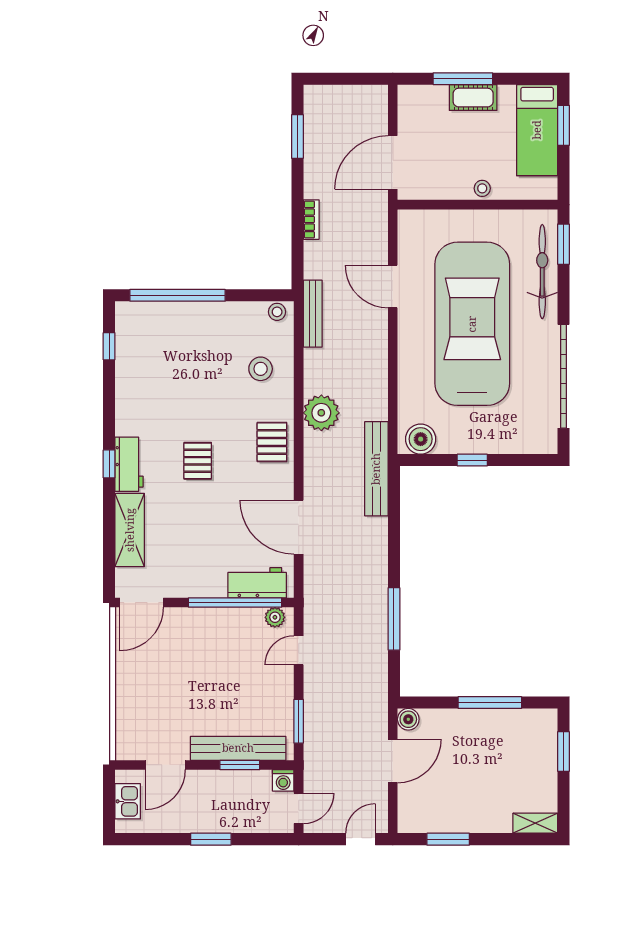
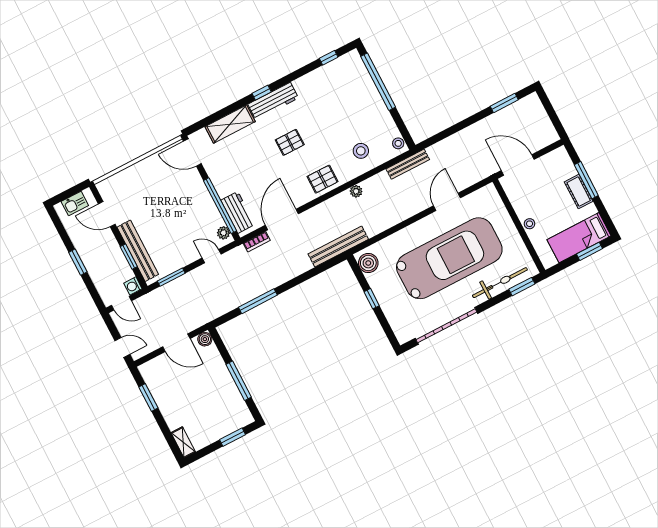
bookcase: (311, 220) -> (257, 242), moved
plant: (321, 413) -> (356, 191), width x0.53, depth x0.53
workbench: (129, 464) -> (273, 101), width x1.38

